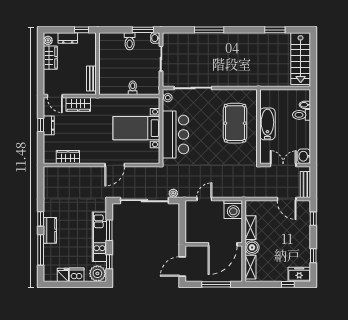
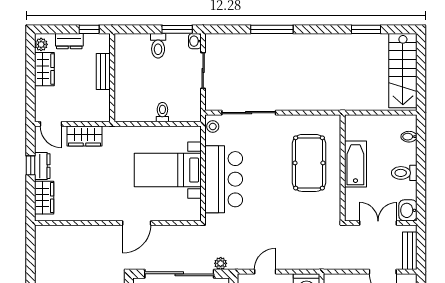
bench: (91, 79) -> (103, 72), moved
toilet: (301, 115) -> (404, 173), moved
wardrobe: (68, 157) -> (44, 198), moved, turned 90

